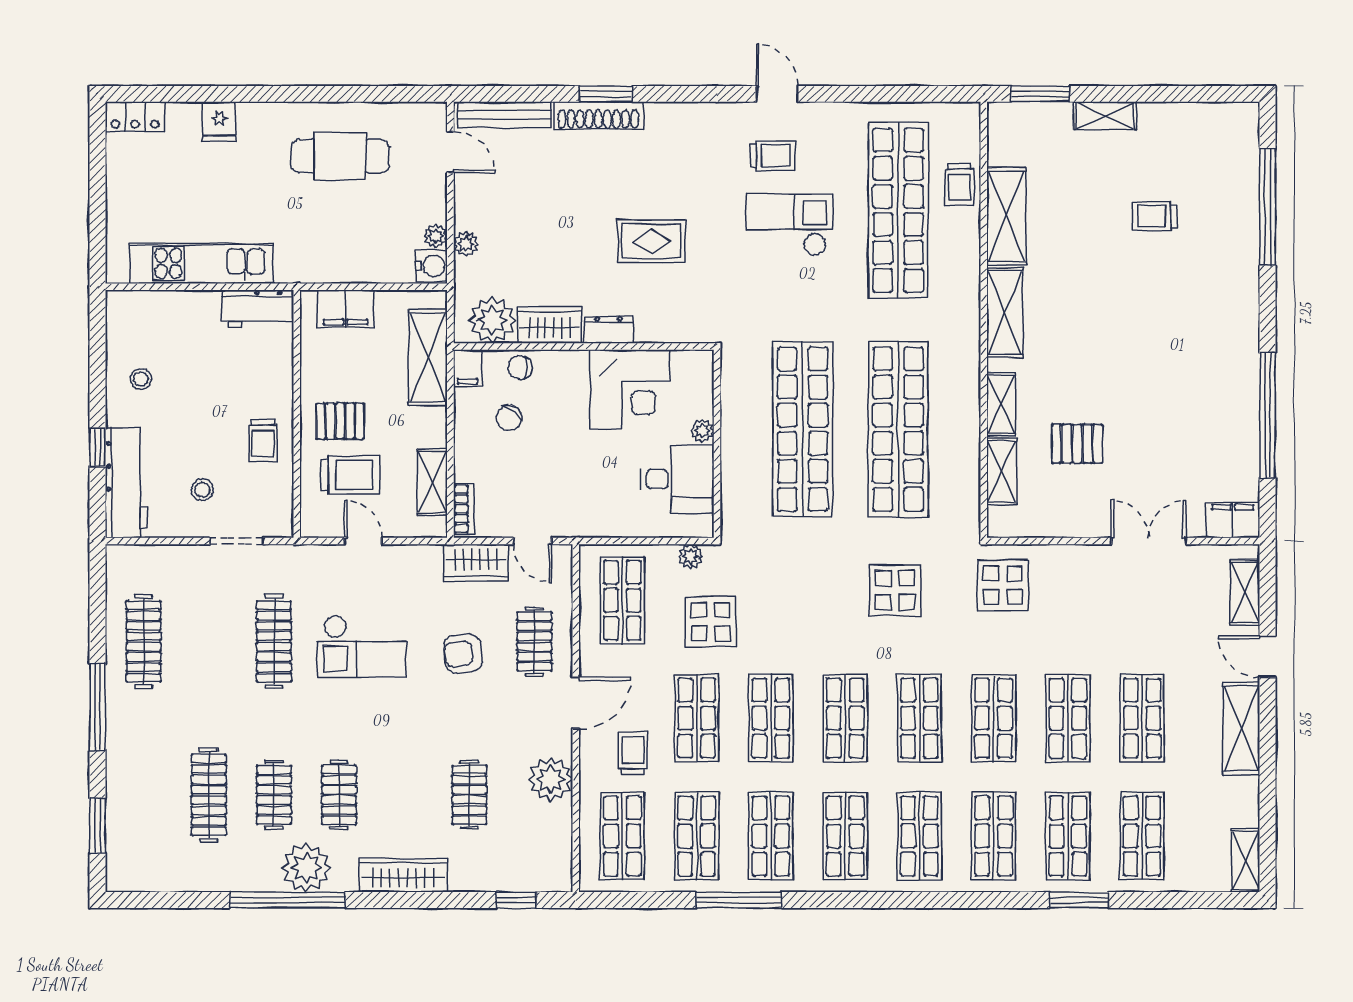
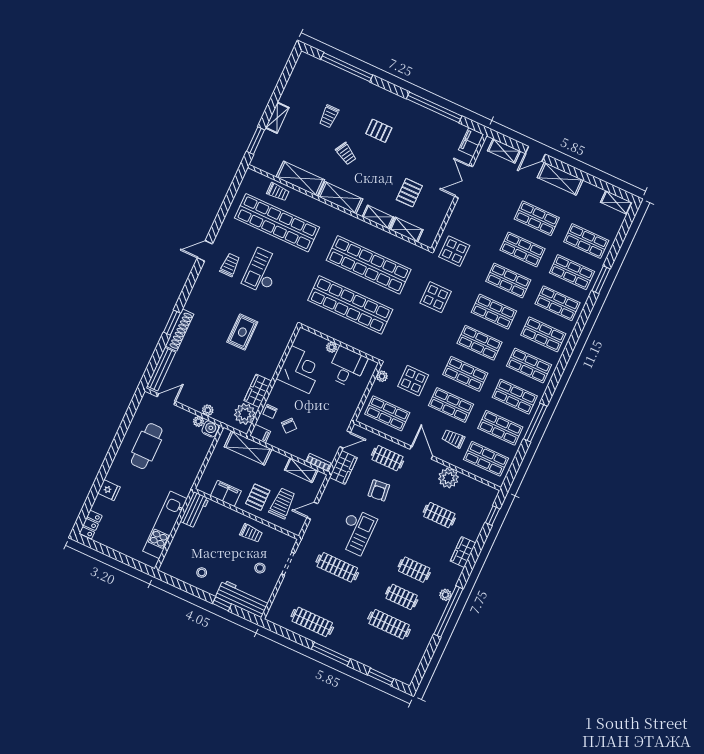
trolley: (1097, 284) -> (346, 154), added
filing cabinet: (346, 309) -> (226, 493), moved, turned -90
pallet: (1171, 328) -> (379, 131), added
dresser: (608, 330) -> (271, 367), removed
plant: (306, 868) -> (445, 595), width x0.53, depth x0.53
wardrobe: (403, 875) -> (463, 552), width x0.67

